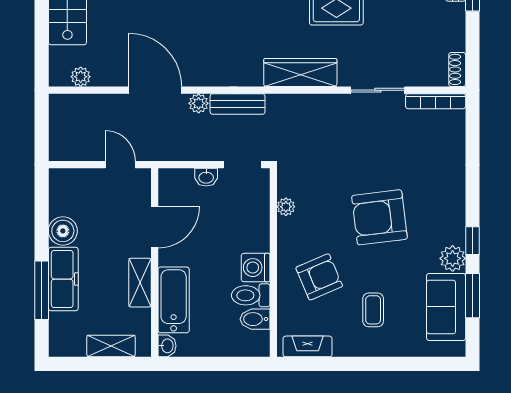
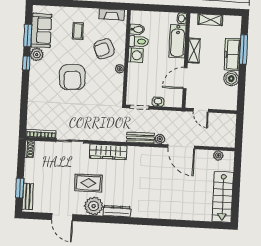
plant: (286, 207) -> (120, 69), moved
armchair: (379, 217) -> (72, 77), turned 93

